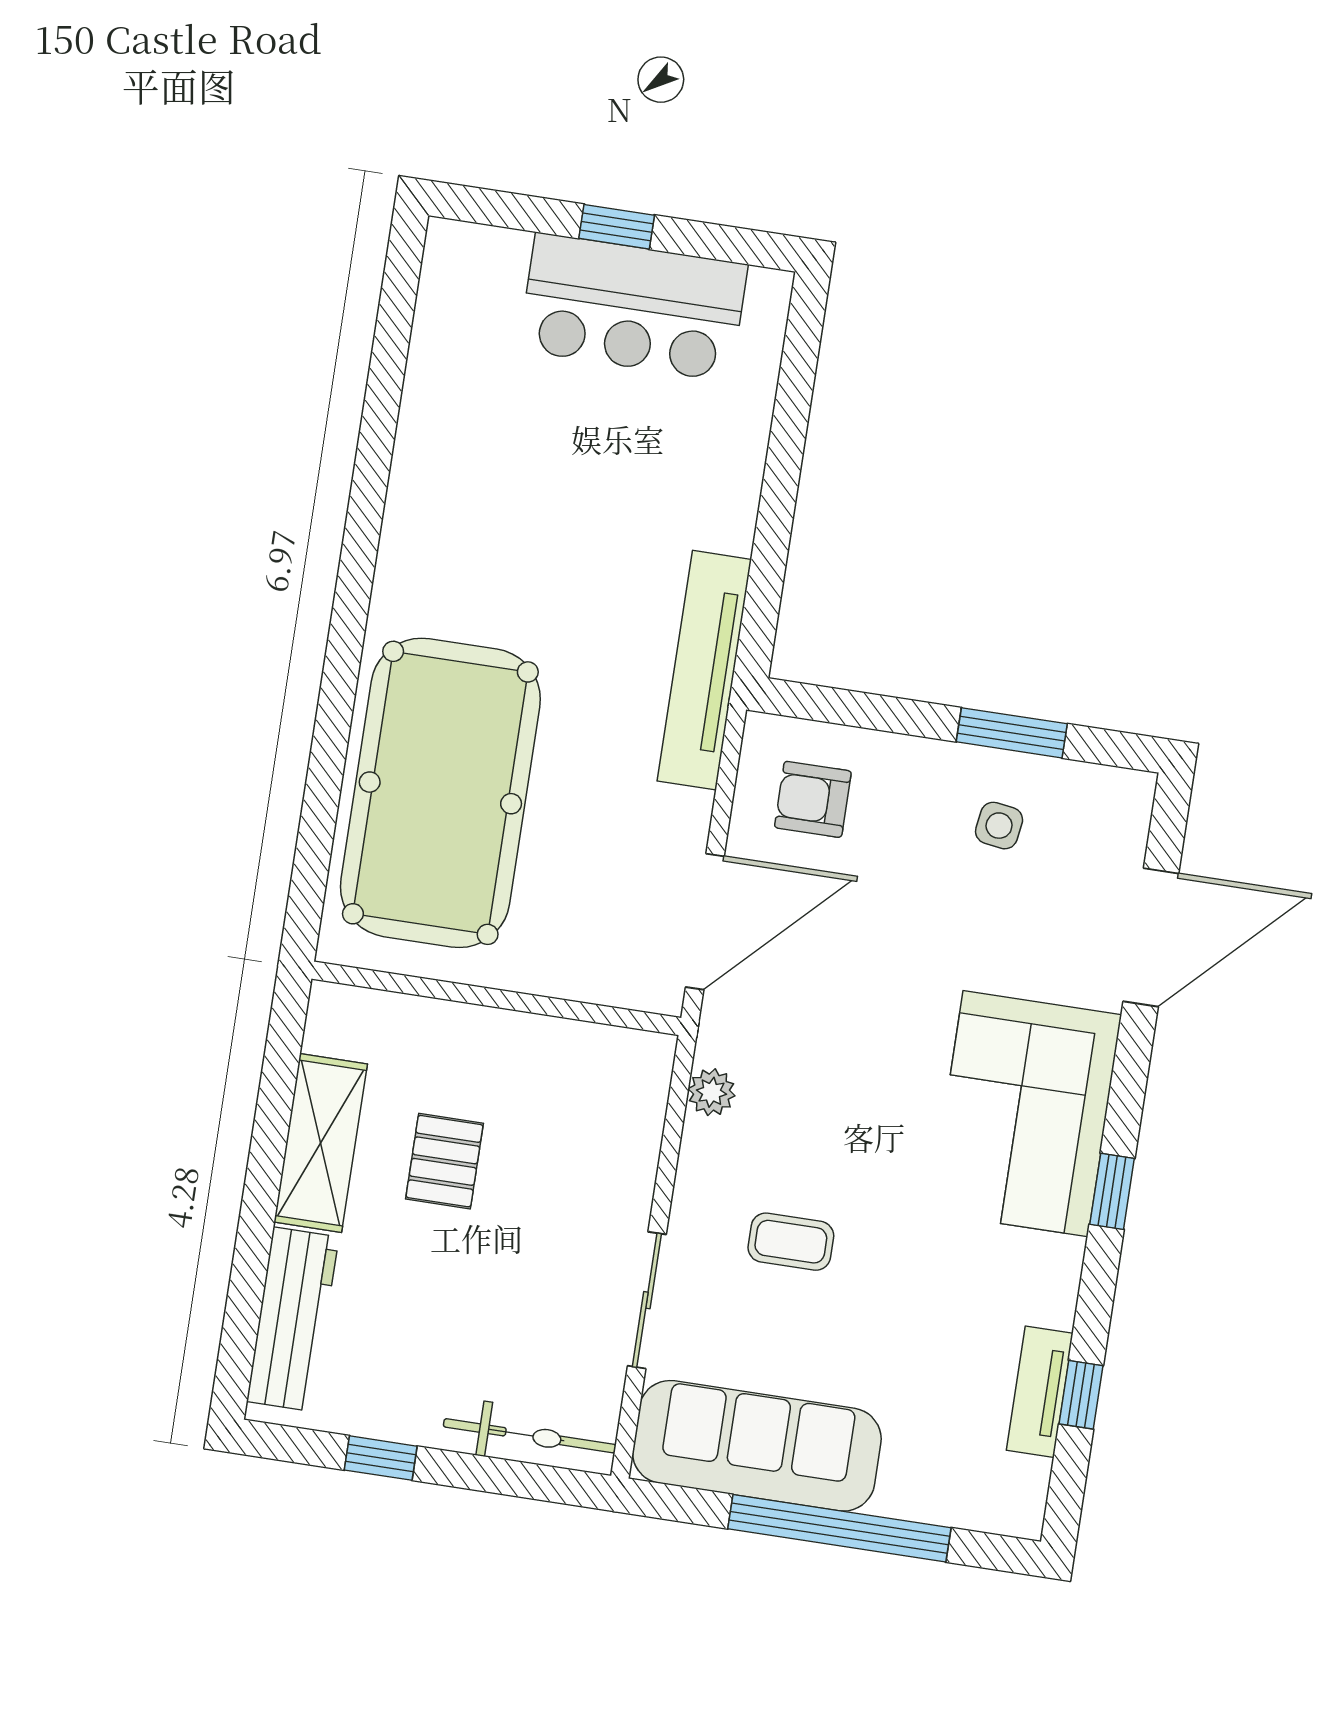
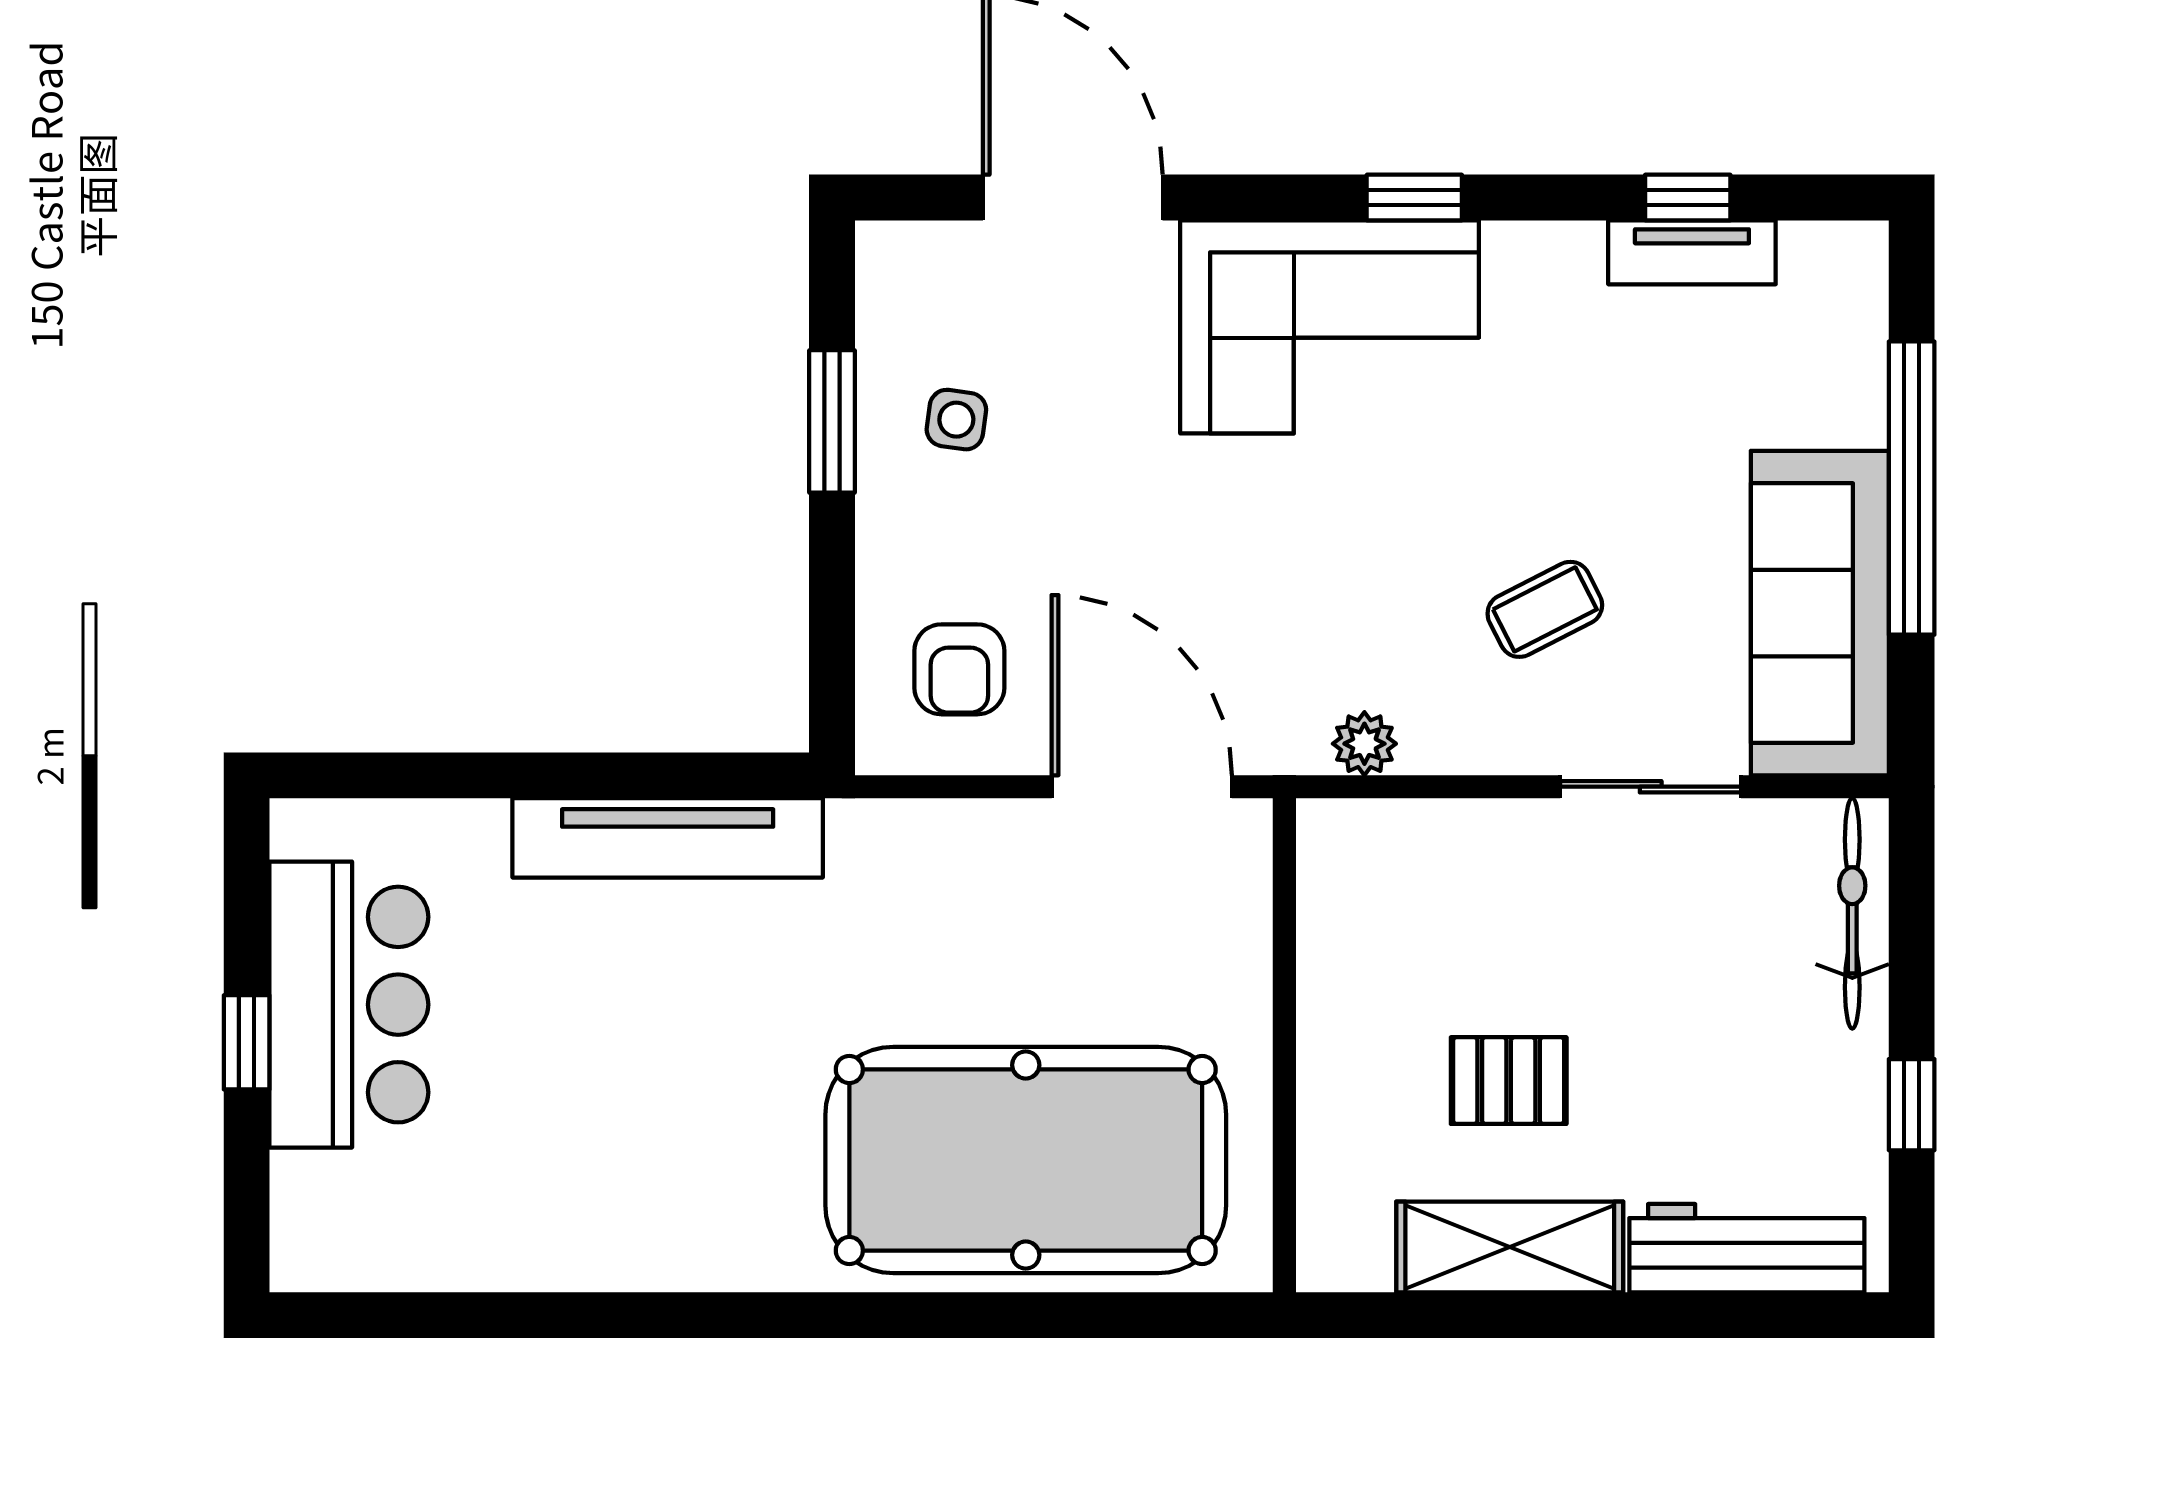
tv unit: (704, 670) -> (668, 838), moved
coffee table: (791, 1242) -> (1545, 609), turned 63

